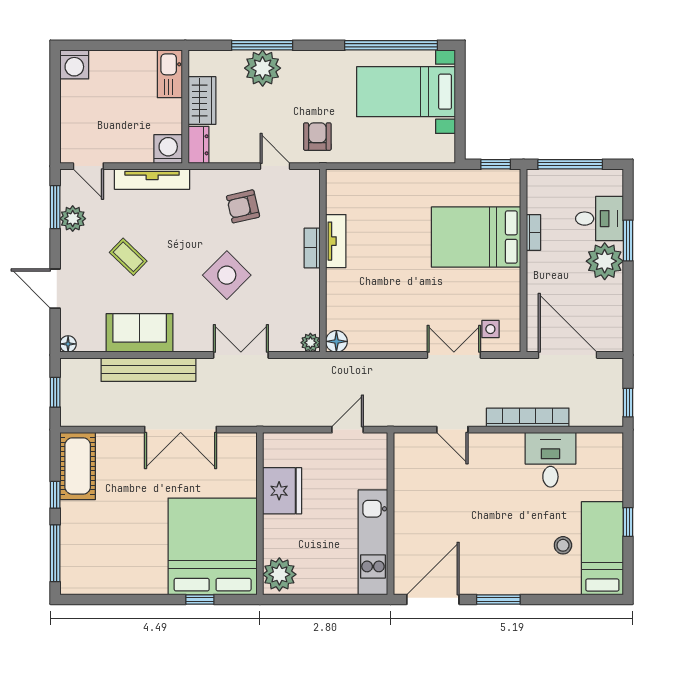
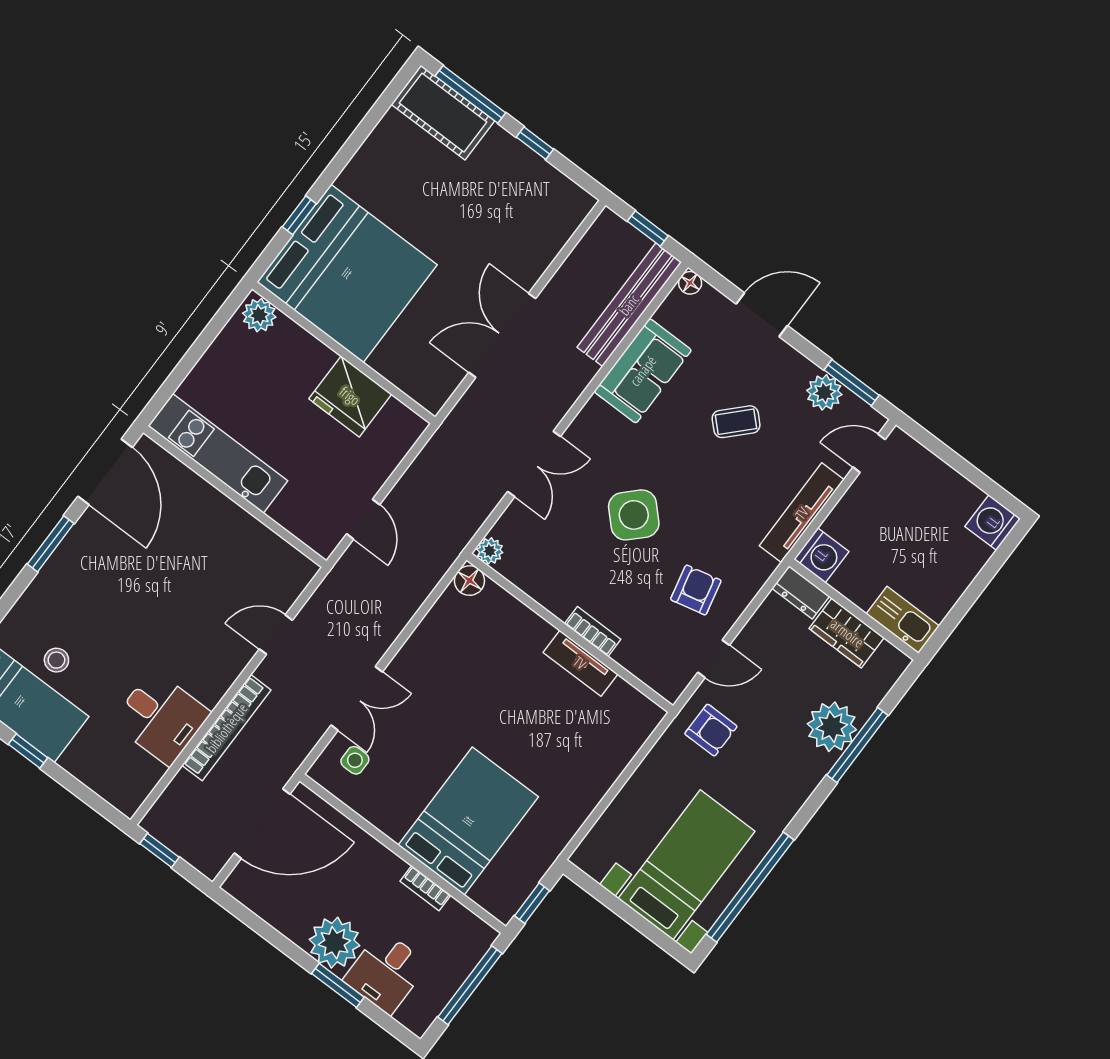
bench: (148, 370) -> (629, 305), moved
cot: (78, 466) -> (443, 113), moved
plant: (279, 574) -> (259, 315), width x0.73, depth x0.73

